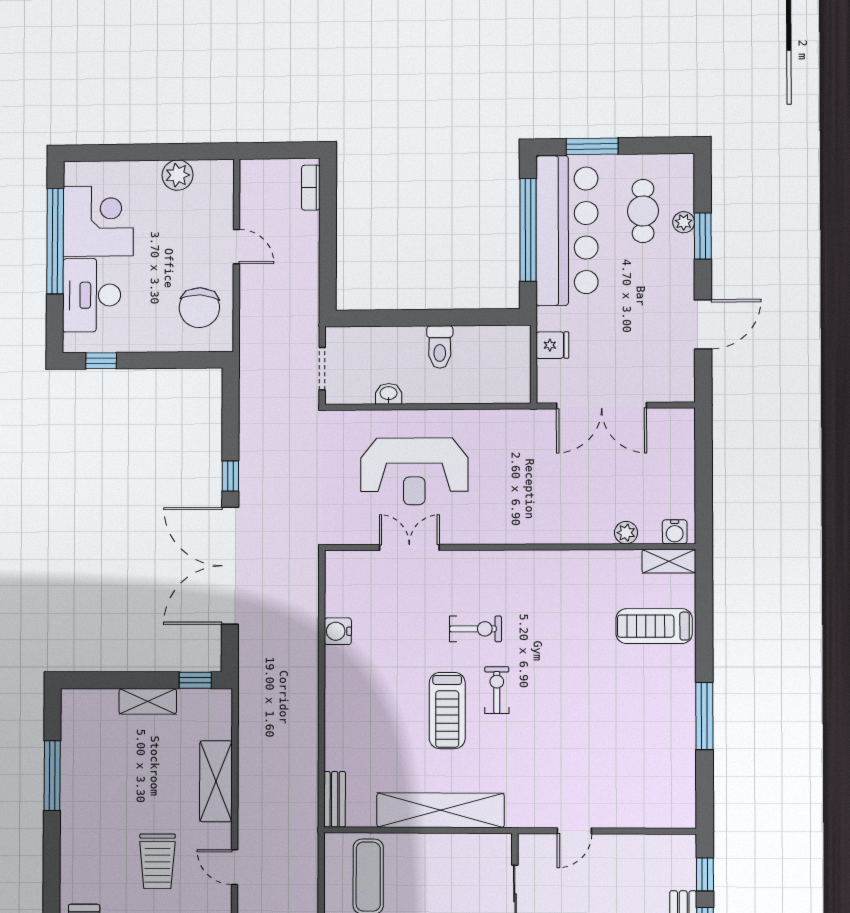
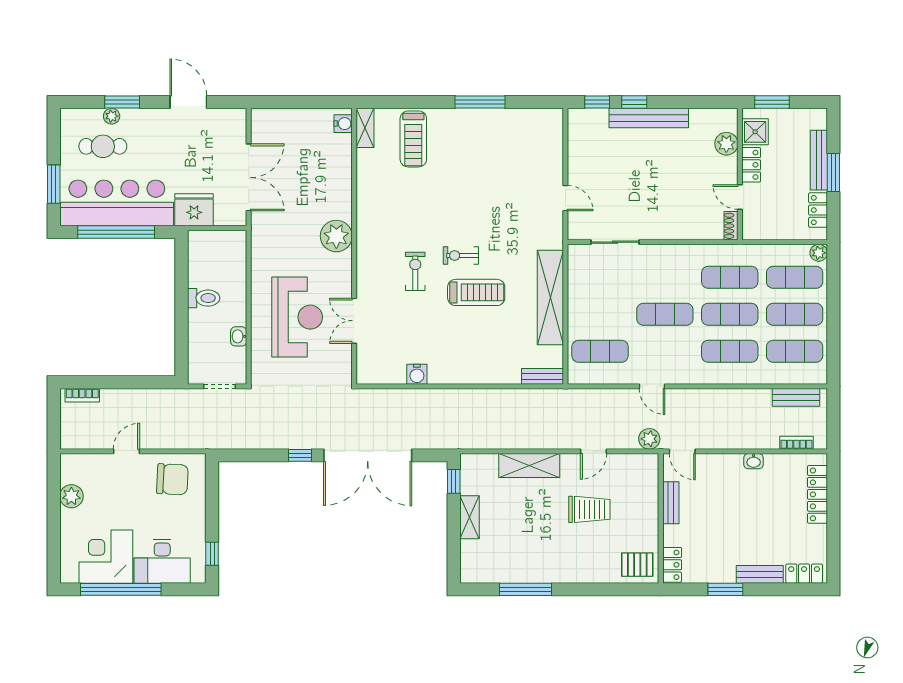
fridge: (552, 345) -> (194, 210), width x1.88, depth x1.34
plant: (626, 533) -> (336, 236), moved, width x1.87, depth x1.87

